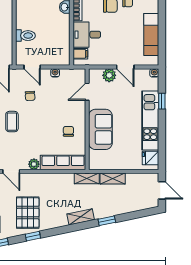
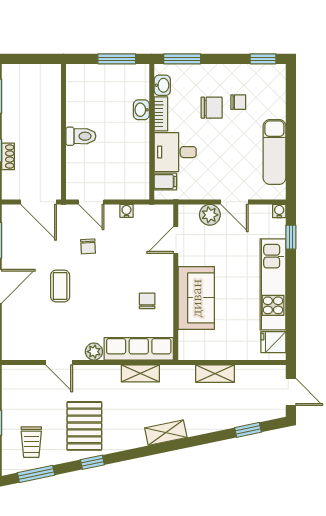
toilet: (25, 36) -> (81, 136), moved
window: (162, 101) -> (291, 237), moved
shelving: (87, 178) -> (140, 373), moved
window: (107, 221) -> (248, 430), moved

